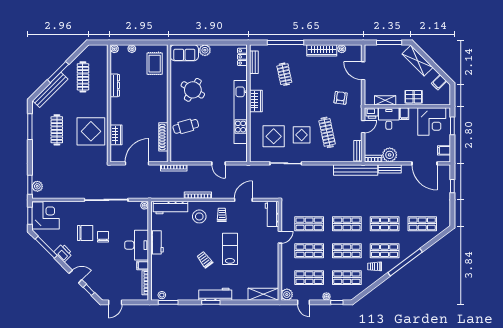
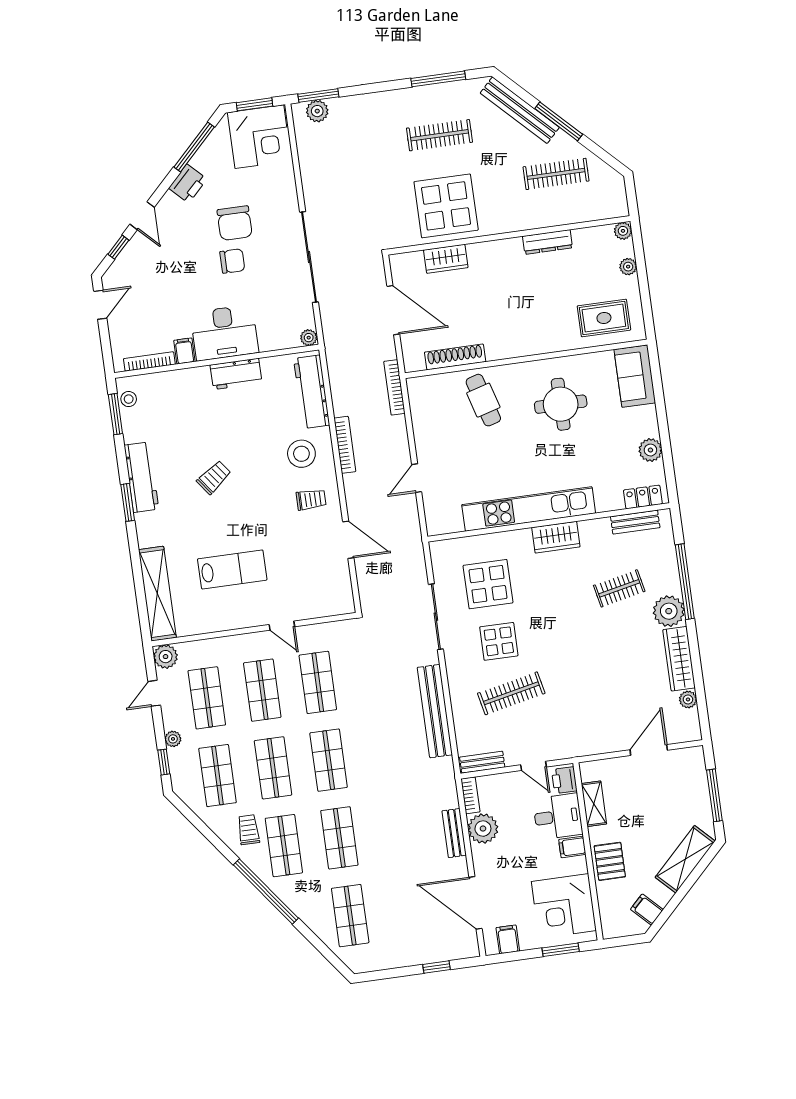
plant: (205, 50) -> (650, 450), moved
plant: (298, 52) -> (669, 611), added
round table: (193, 90) -> (561, 404), turned -31
armchair: (341, 98) -> (586, 711), removed
door: (424, 163) -> (476, 903), hinge flipped
bench: (356, 170) -> (435, 711), moved
workbench: (272, 214) -> (328, 603), removed
lab bench: (230, 249) -> (232, 569), moved
workbench: (215, 294) -> (141, 477), moved
shelving: (263, 294) -> (157, 594), width x1.47
door: (115, 302) -> (100, 305), swing flipped

